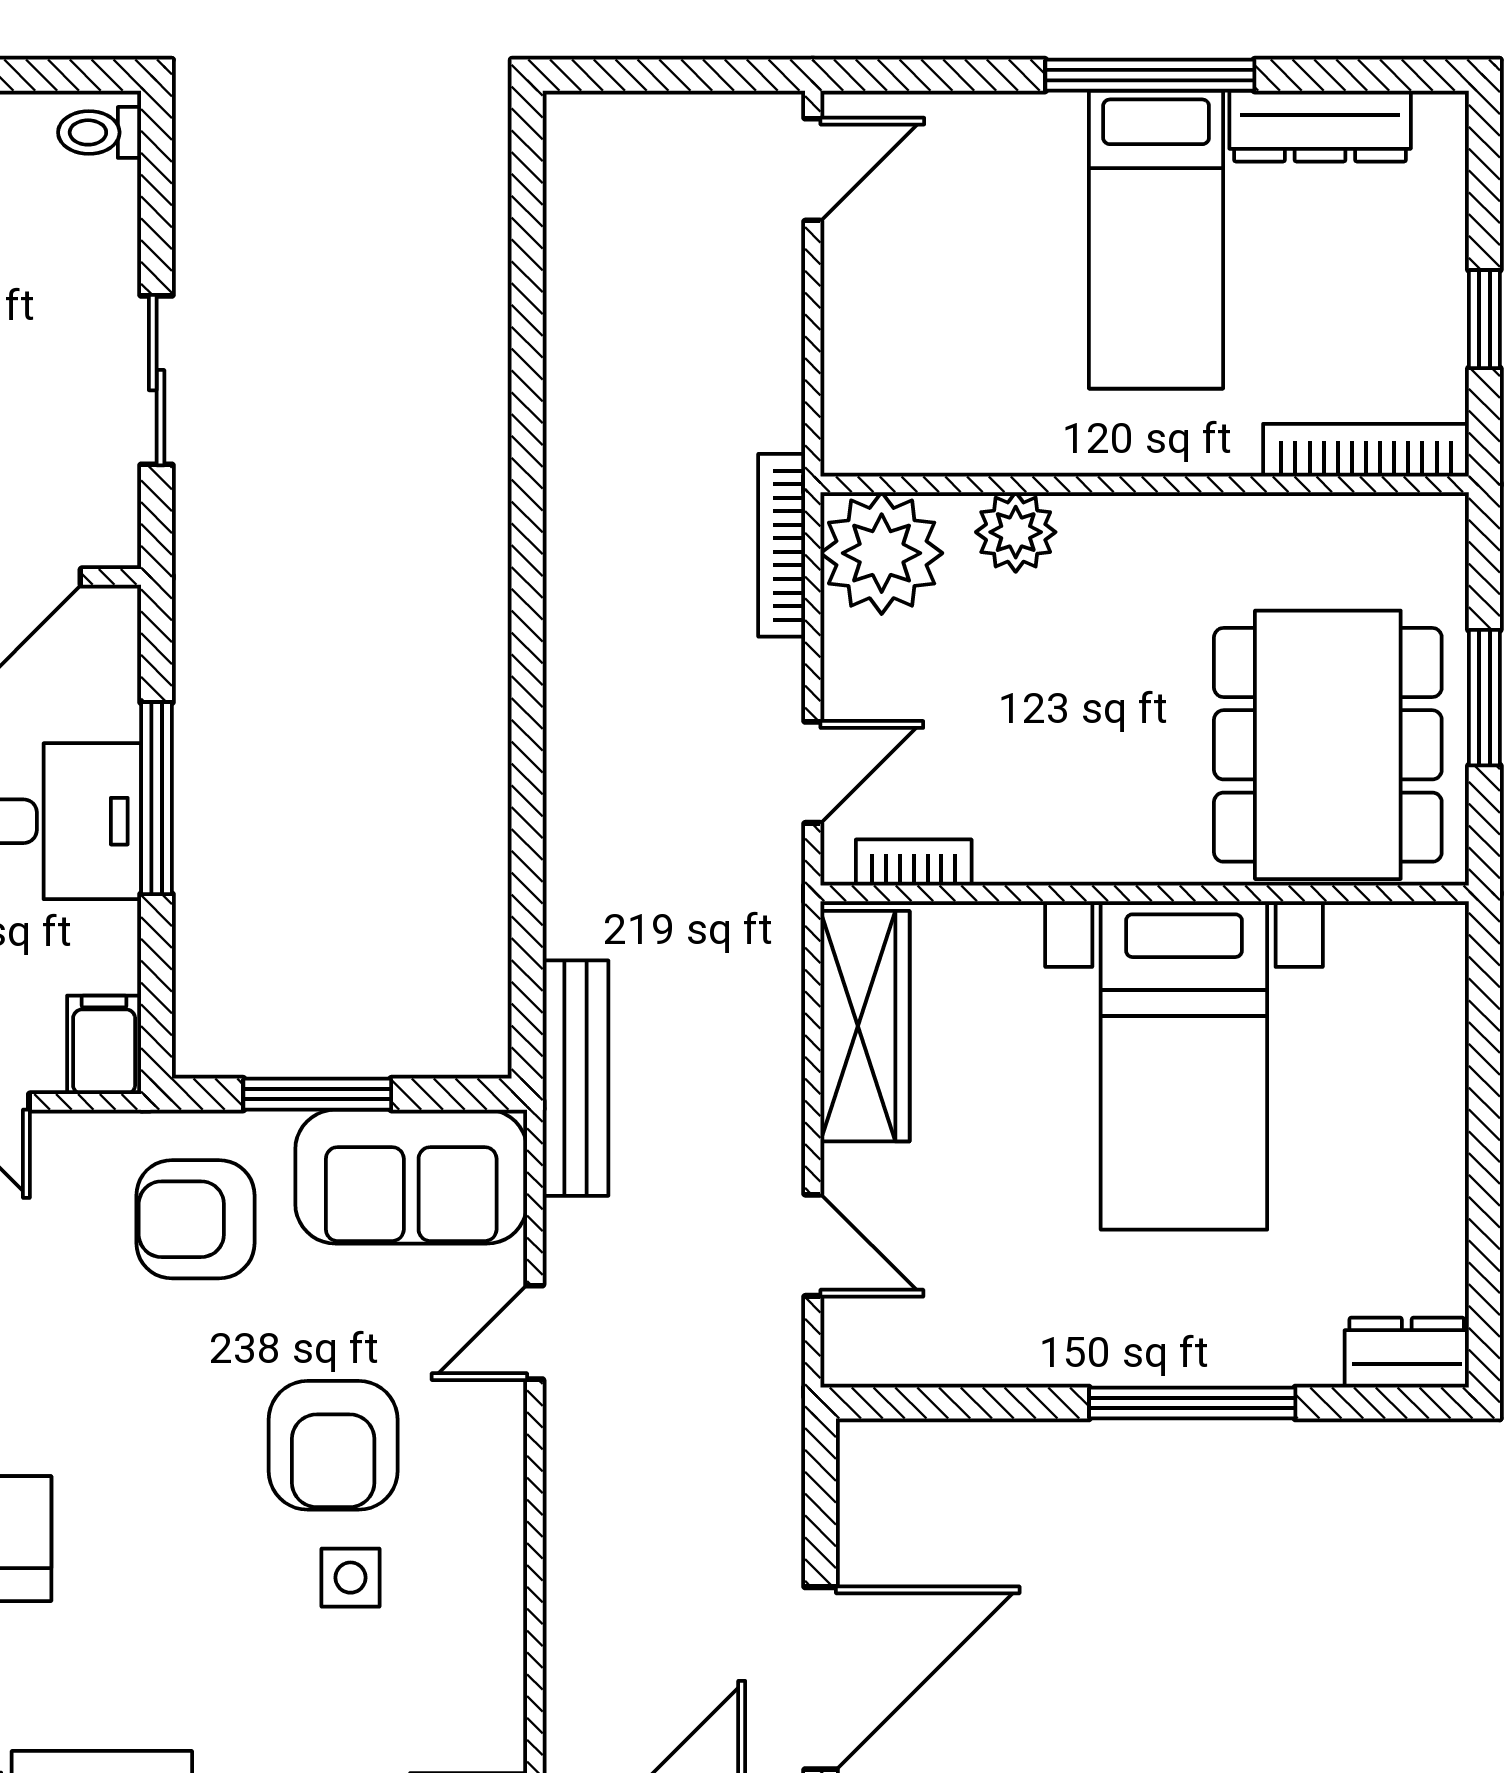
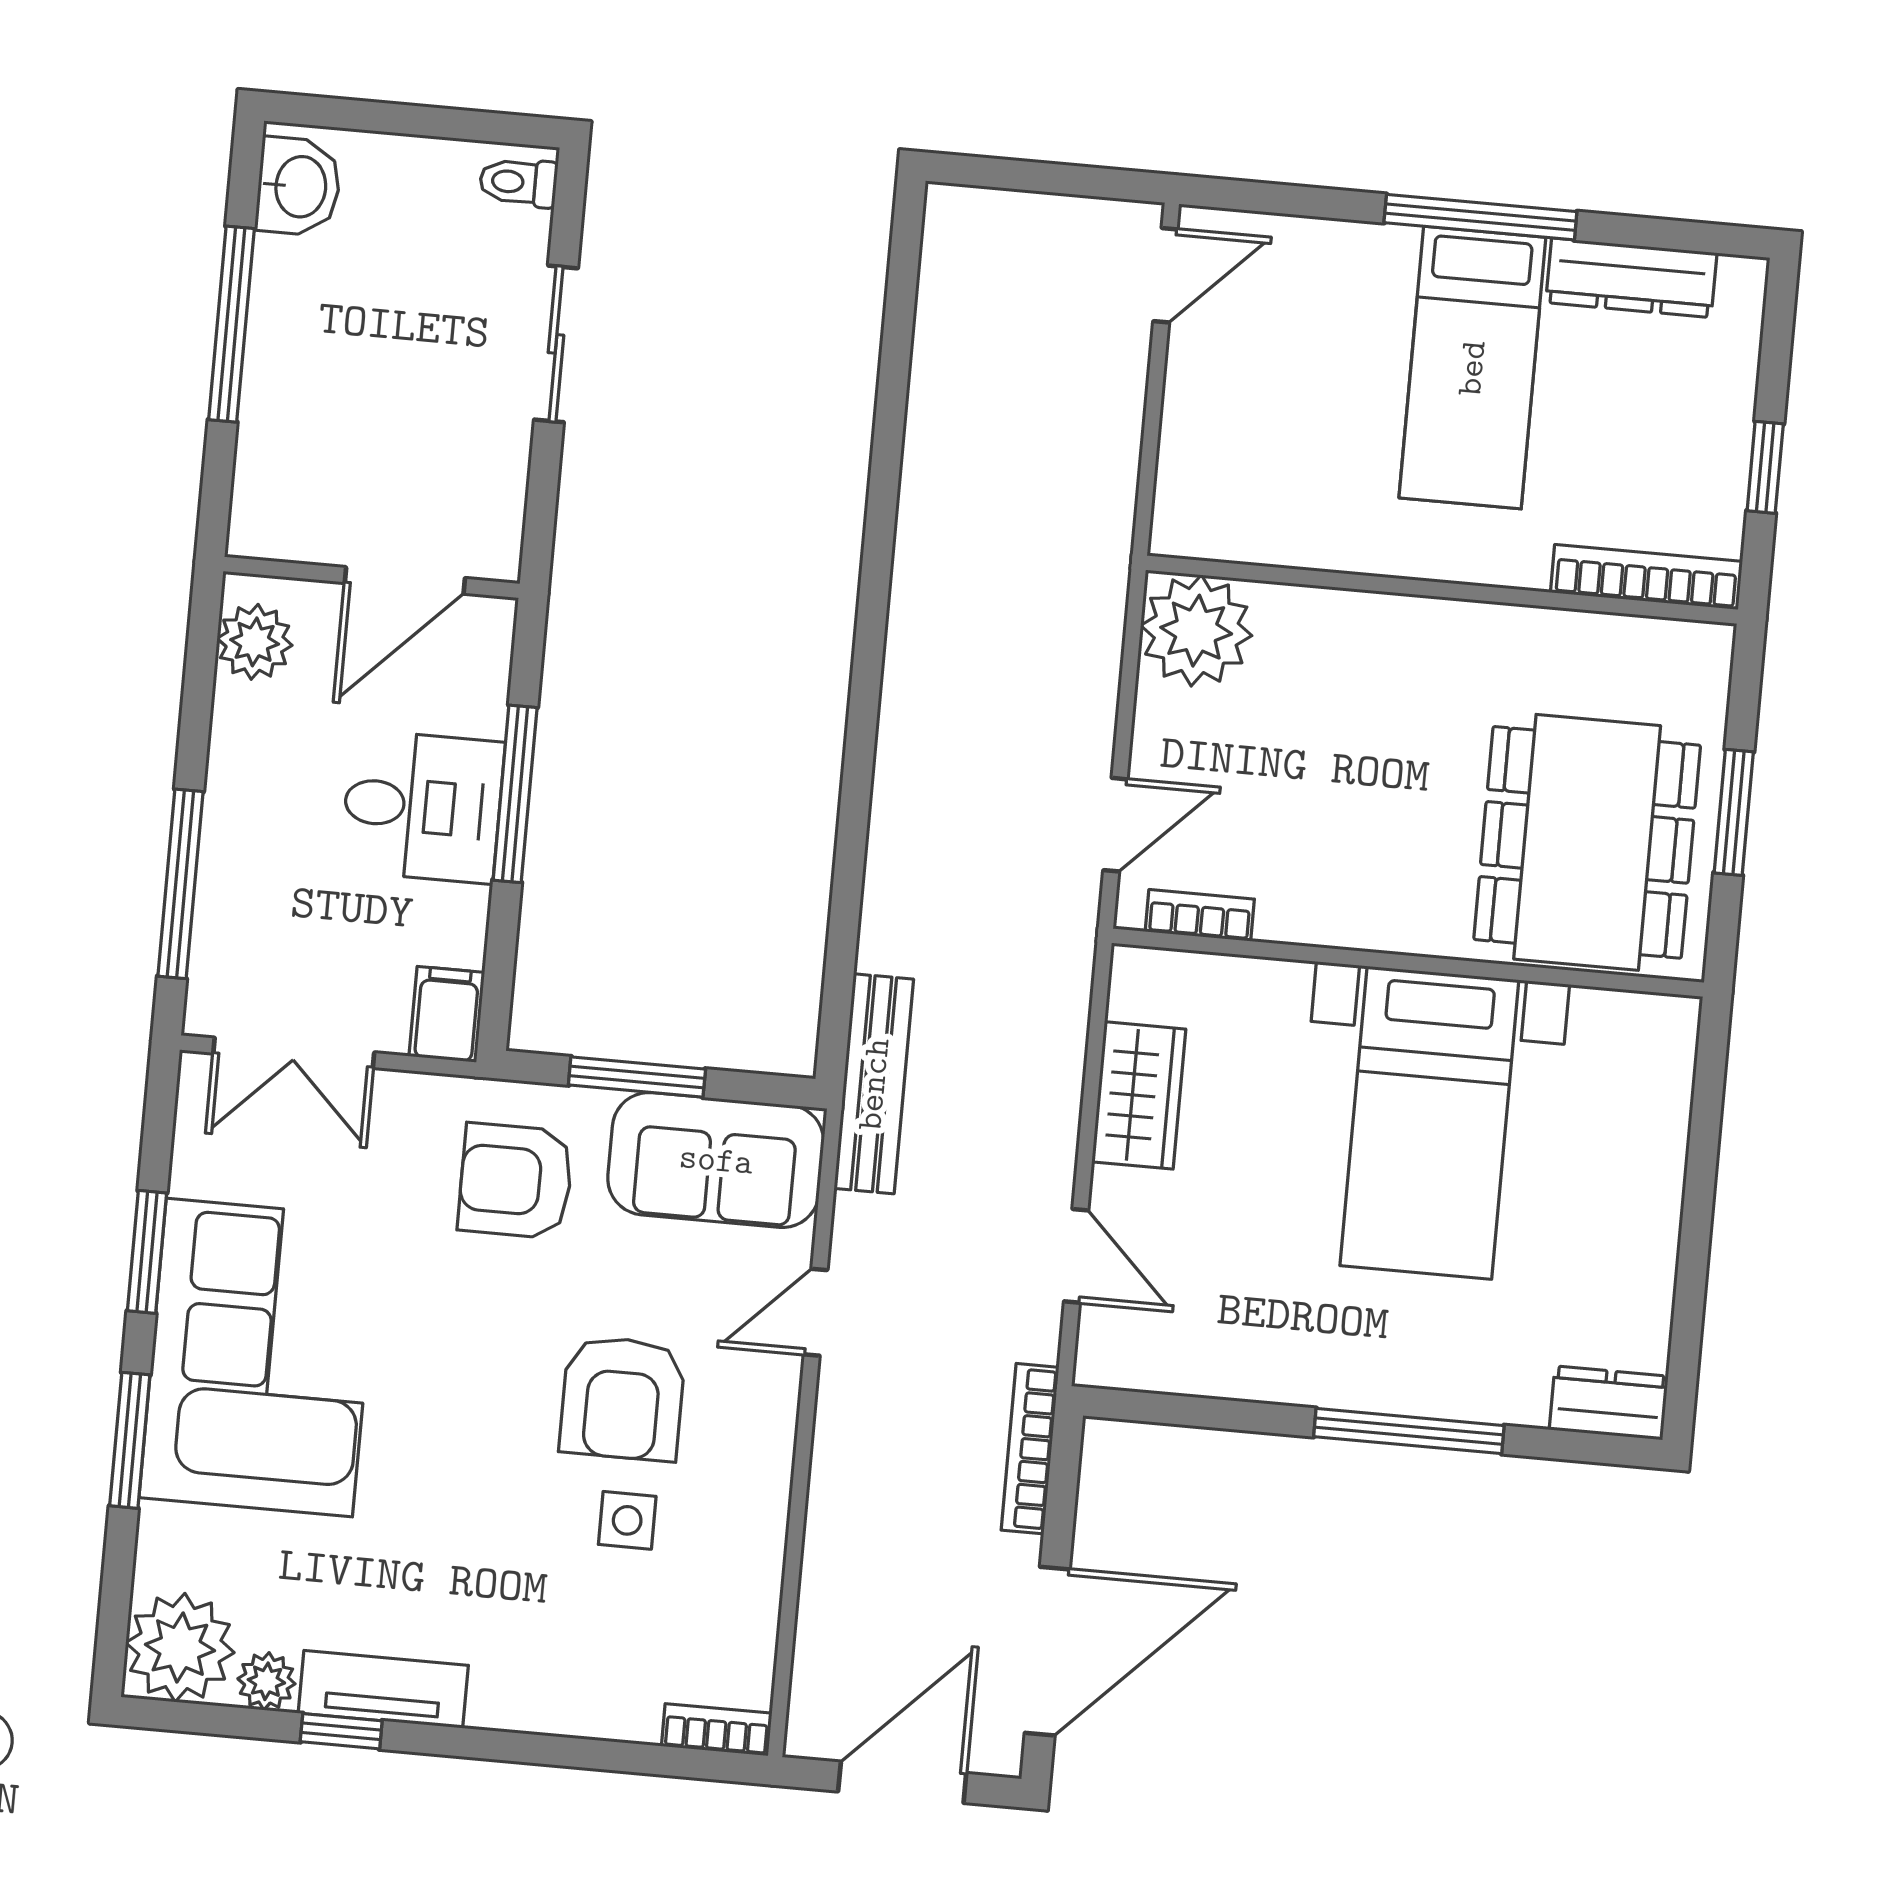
sliding door: (157, 380) -> (556, 344), moved
plant: (1016, 532) -> (1320, 623), removed
bookcase: (782, 545) -> (1030, 1449), moved
wardrobe: (865, 1026) -> (1139, 1095), width x0.67

